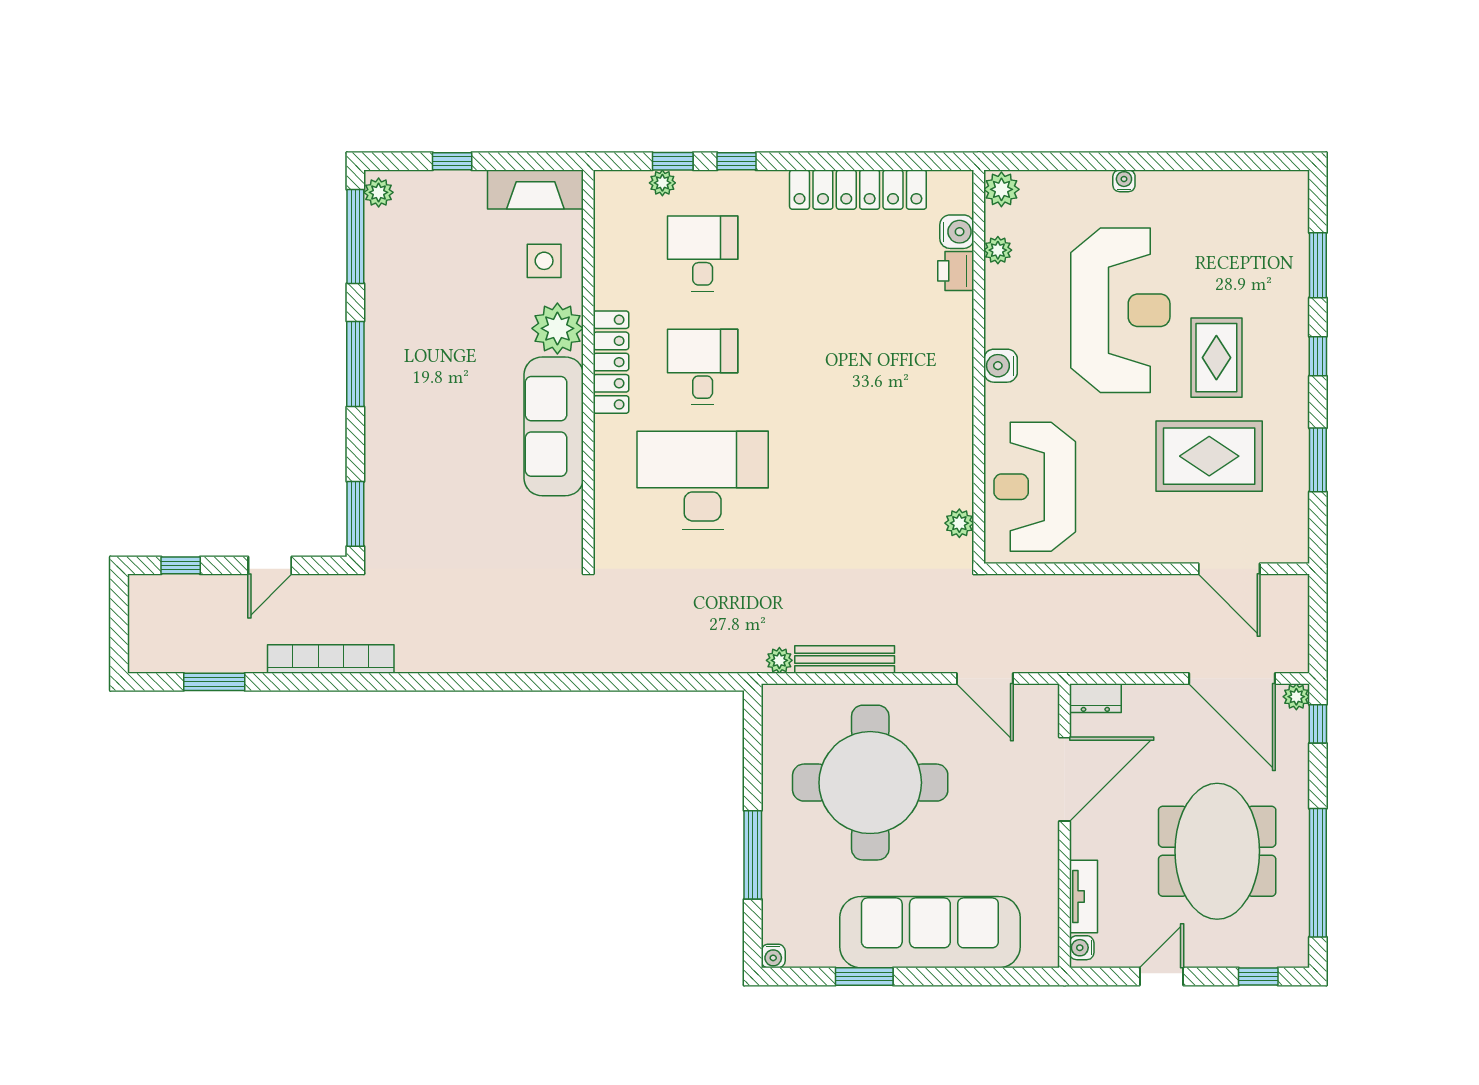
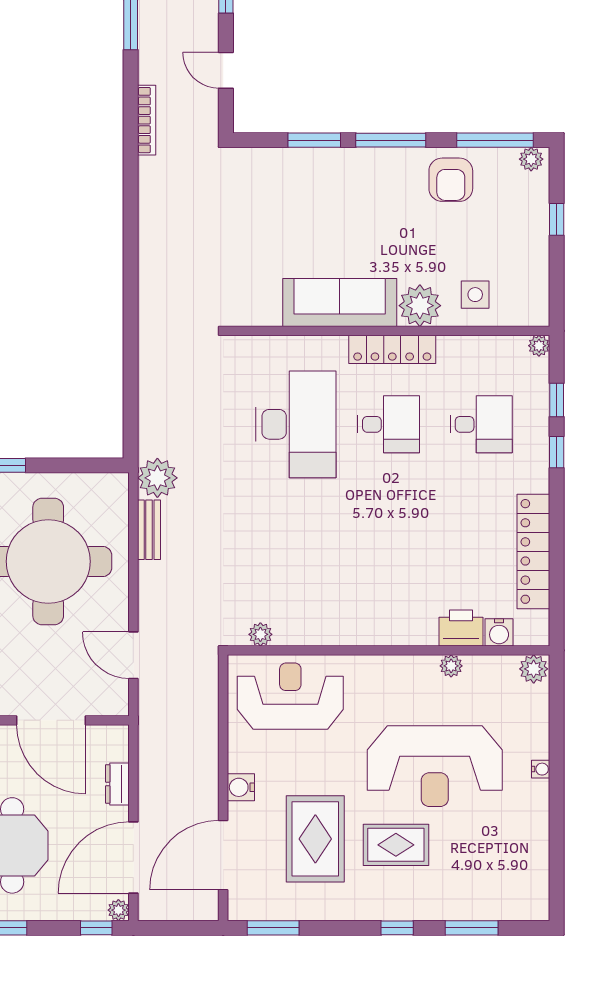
plant: (662, 183) -> (539, 346), moved
fireplace: (535, 189) -> (534, 288), removed
plant: (998, 250) -> (451, 666), moved
printer: (956, 271) -> (461, 628), width x1.36, depth x1.24
armchair: (404, 291) -> (451, 180), added
water cooler: (1001, 366) -> (241, 787), moved, turned -90
window: (1318, 460) -> (273, 928), moved
window: (355, 514) -> (314, 140), moved
door: (1229, 569) -> (223, 855), width x1.36
bookcase: (331, 659) -> (147, 120), width x0.68, depth x0.76
bench: (845, 659) -> (149, 530), width x0.73
plant: (779, 660) -> (157, 478), width x1.88, depth x1.88
door: (985, 678) -> (133, 655), hinge flipped
dresser: (1095, 698) -> (117, 784), moved

